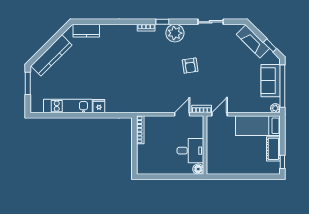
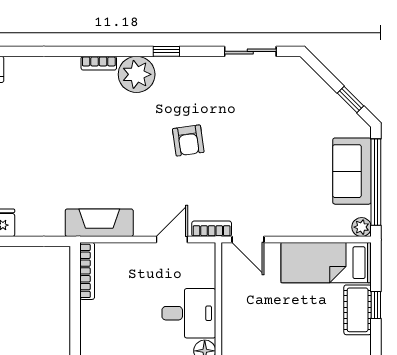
window: (162, 22) -> (166, 51), moved
sliding door: (211, 22) -> (250, 51), moved
plant: (175, 33) -> (137, 74), moved
fireplace: (253, 41) -> (99, 223), moved, turned 135
door: (220, 114) -> (248, 240), swing flipped
window: (282, 162) -> (376, 305), moved

